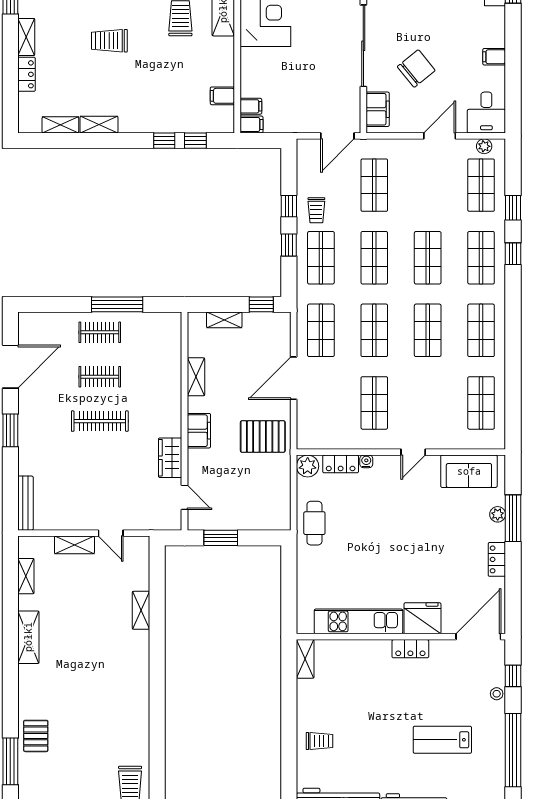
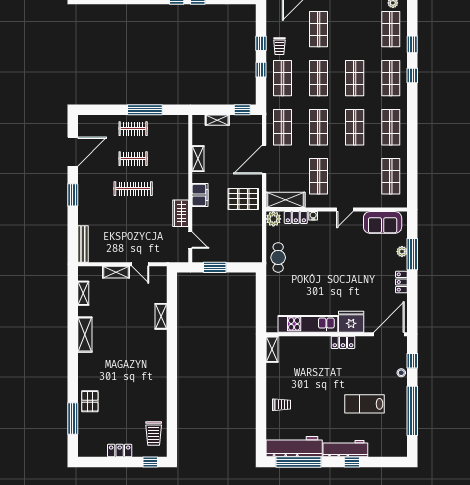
shelving: (325, 438) -> (286, 200), added

